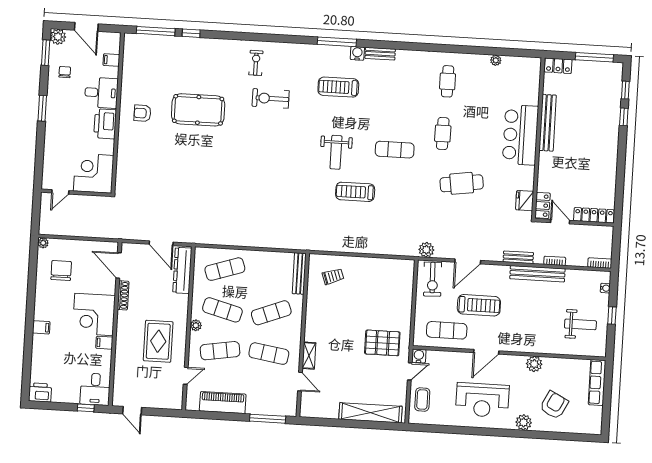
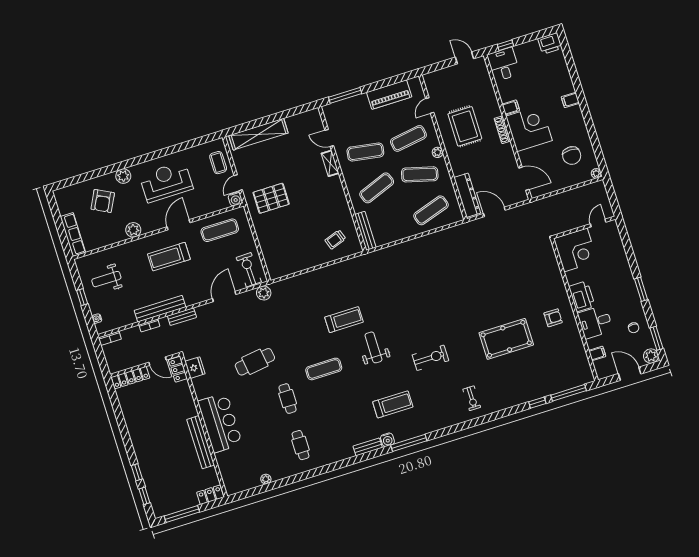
exercise bike: (271, 98) -> (430, 358), moved
shoe rack: (123, 295) -> (502, 130), moved
treadmill: (479, 305) -> (169, 257), moved

